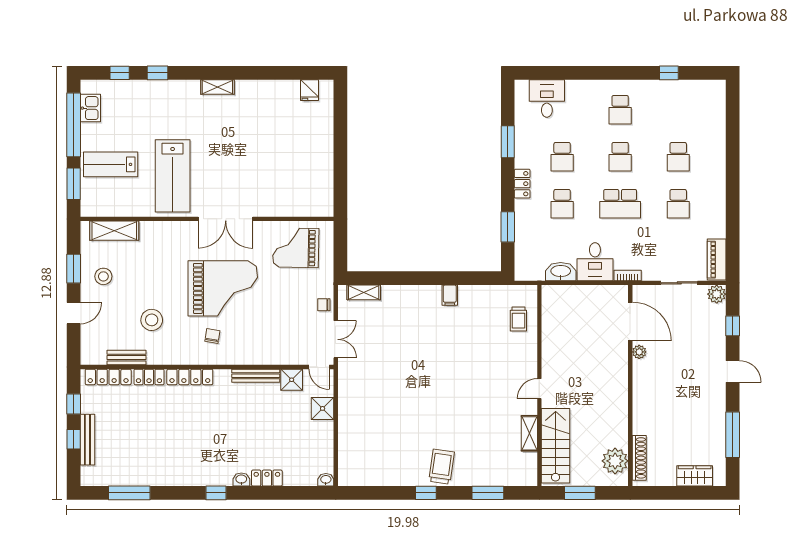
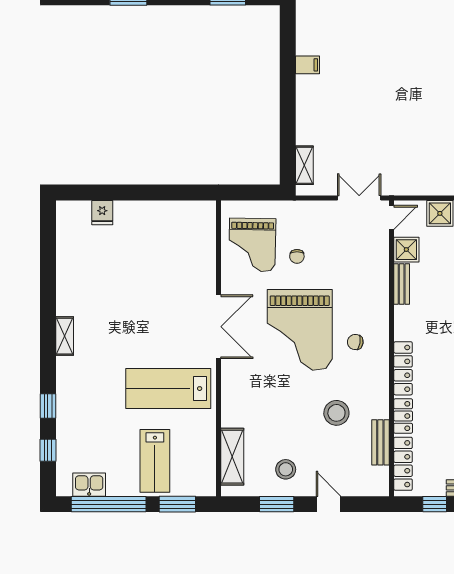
fridge: (309, 90) -> (102, 213), moved, turned 90
lab bench: (173, 176) -> (168, 389), turned 180
grand piano: (223, 288) -> (300, 330), turned 180
chair: (324, 305) -> (297, 256), moved
bench: (256, 376) -> (402, 284), width x0.73

